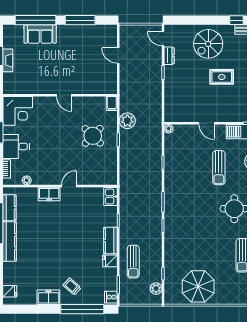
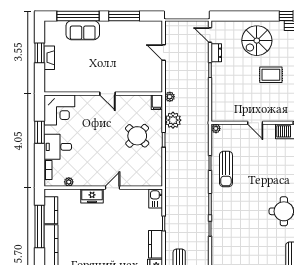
plant: (124, 98) -> (170, 97), added
sun lounger: (219, 168) -> (226, 169), moved

